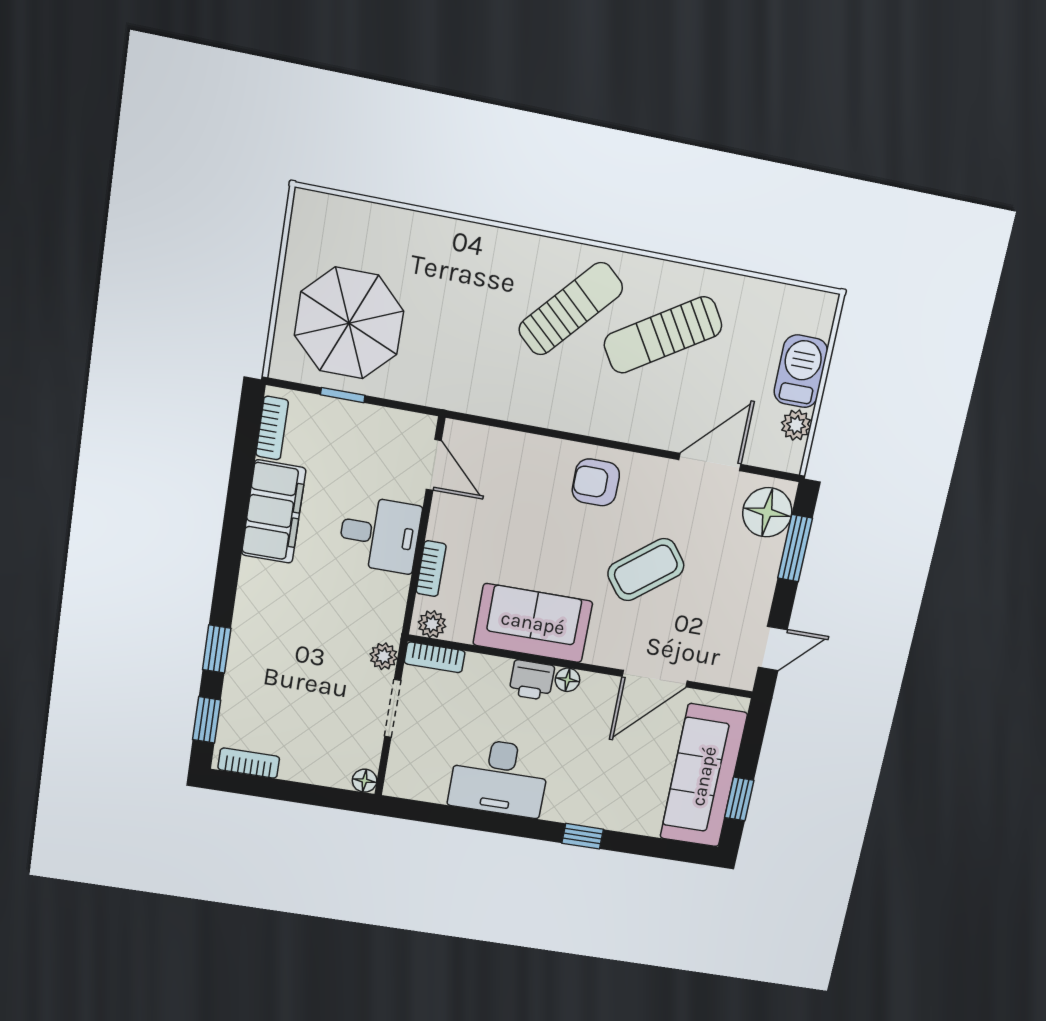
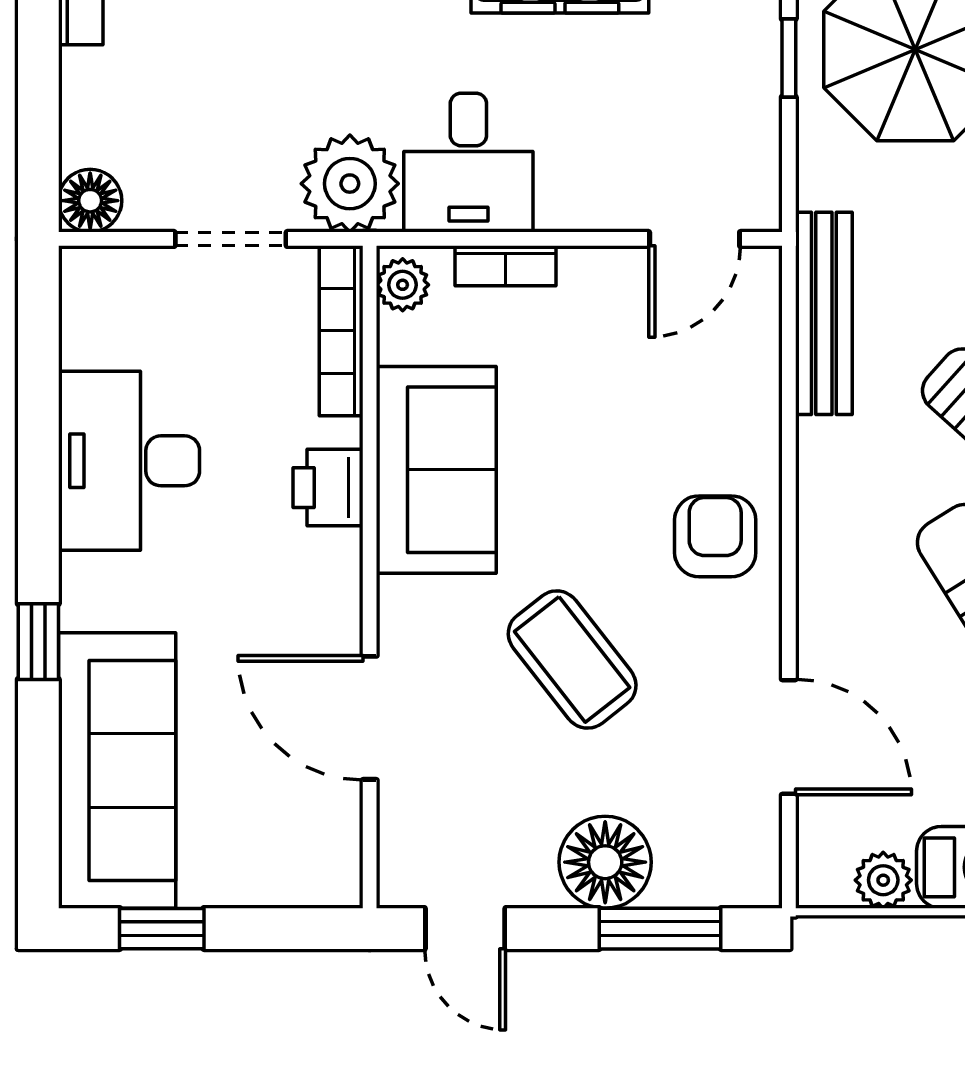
bench: (487, 401) -> (824, 313), added
floor lamp: (767, 512) -> (605, 862), moved
desk: (380, 534) -> (468, 163), moved
plant: (384, 656) -> (350, 184), width x1.87, depth x1.87
bookcase: (435, 657) -> (341, 331), width x1.56
floor lamp: (567, 680) -> (340, 554), removed
sofa: (704, 776) -> (117, 770), moved, turned 90
floor lamp: (365, 781) -> (90, 201), width x1.37, depth x1.37

